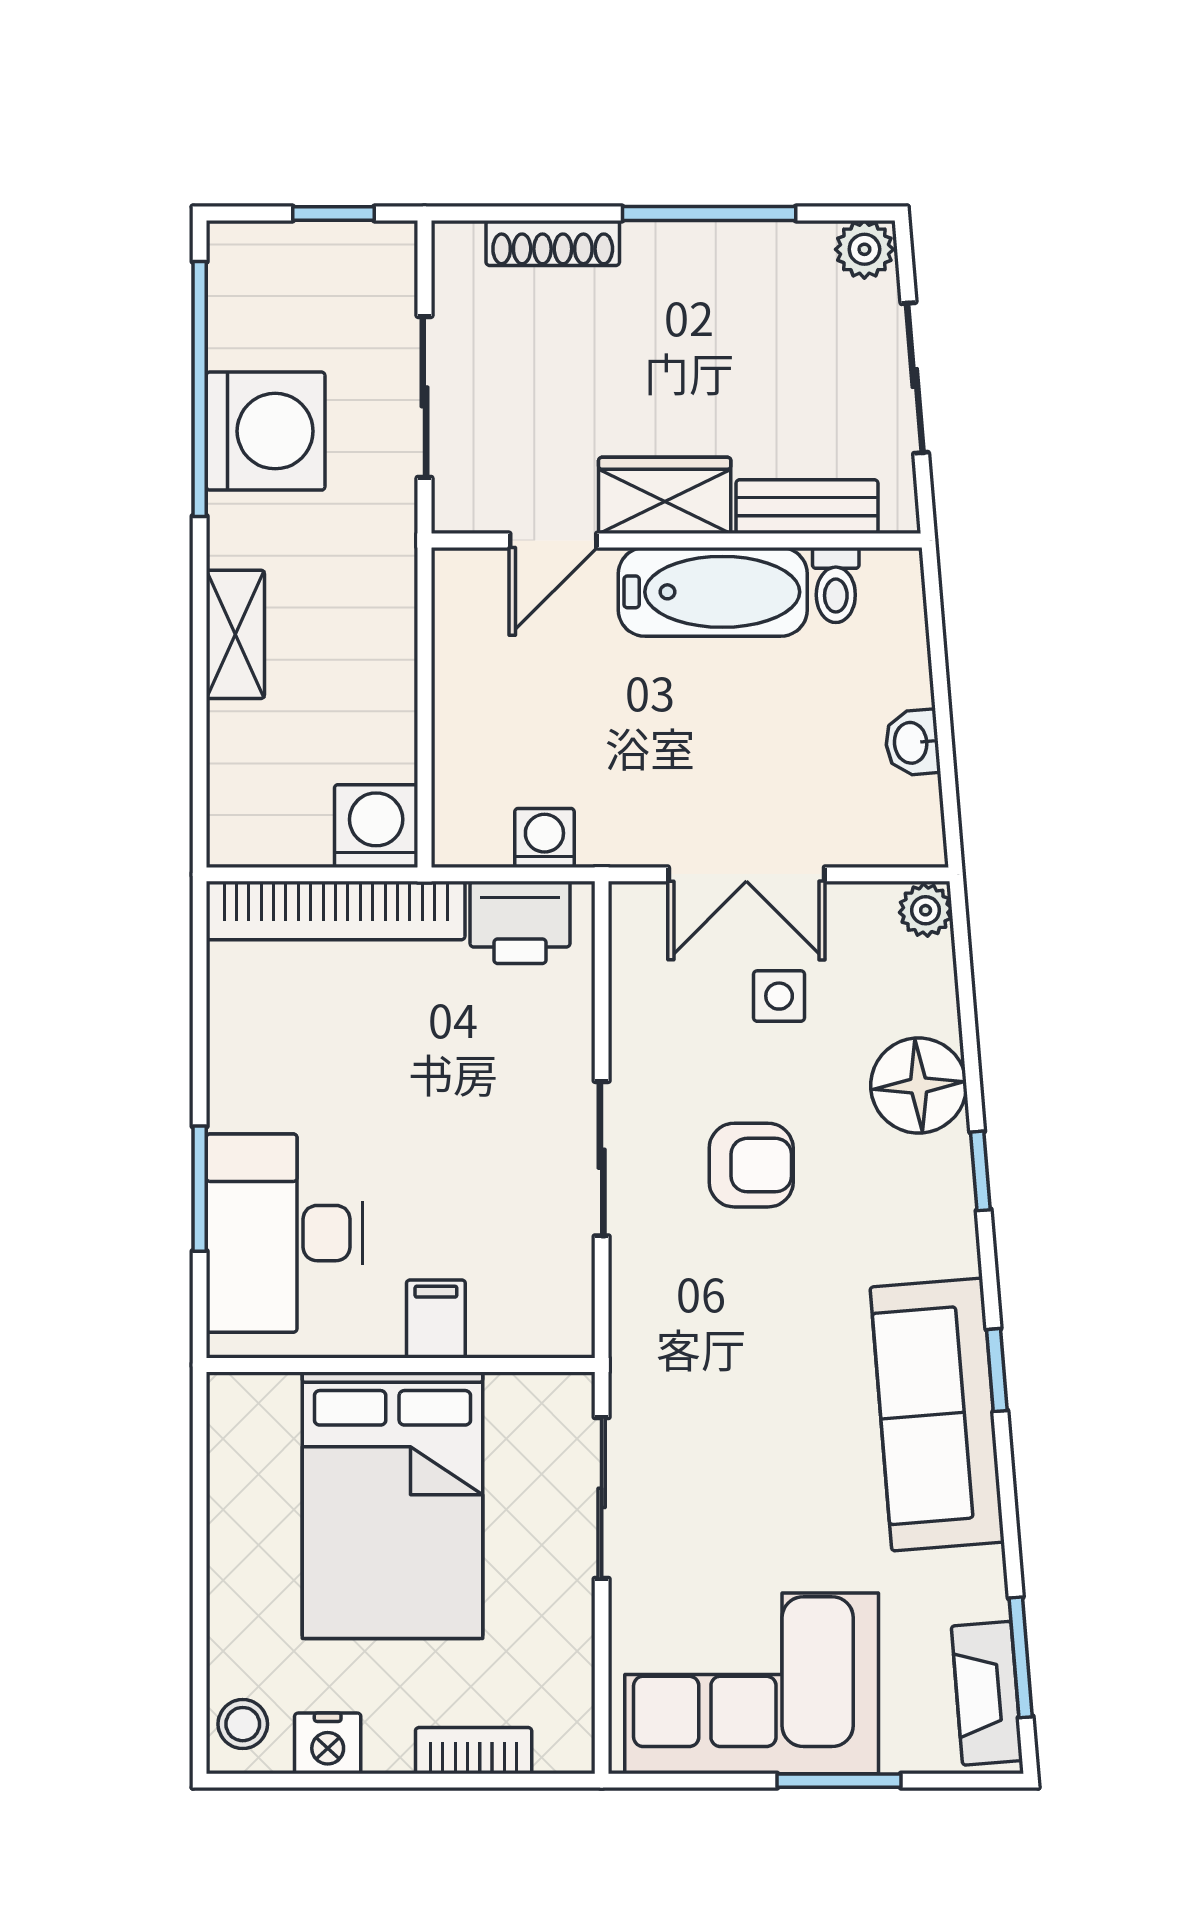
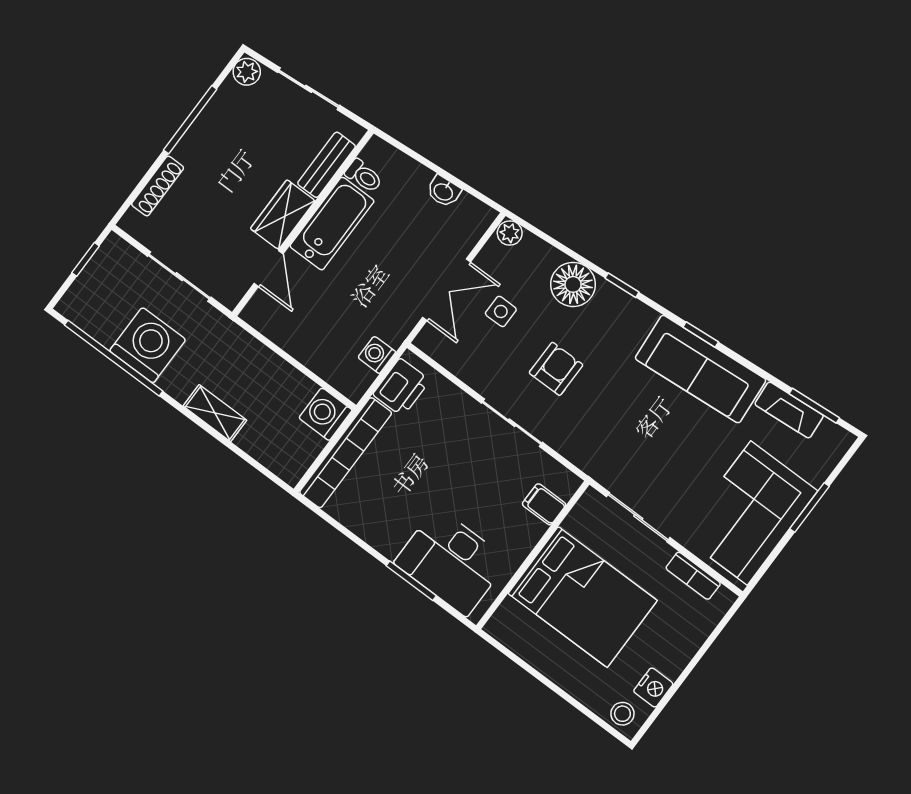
filing cabinet: (436, 1319) -> (544, 504), moved
fireplace: (987, 1693) -> (789, 410), moved
bookcase: (474, 1751) -> (693, 576), moved, turned -90

